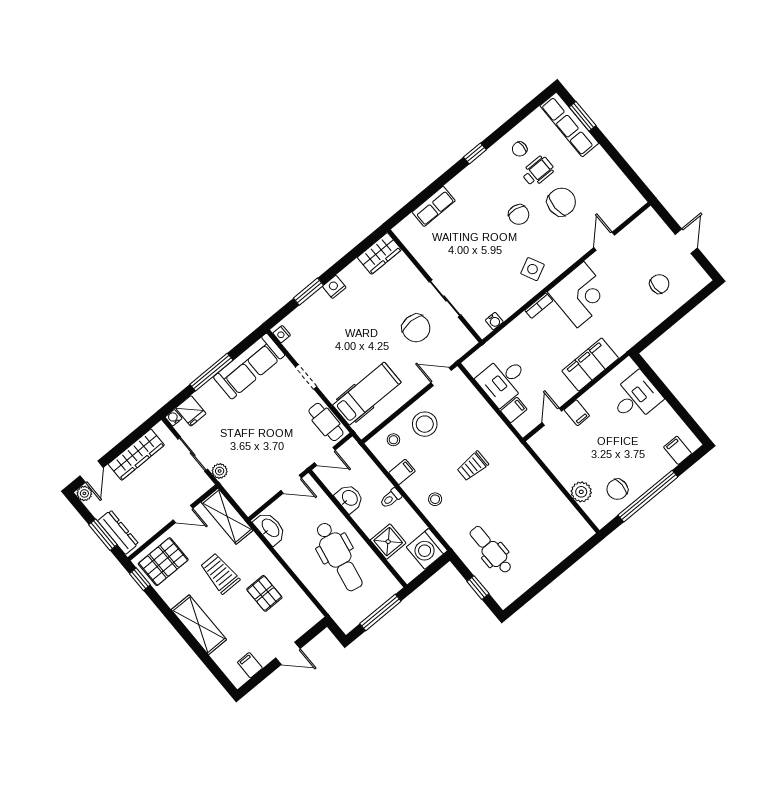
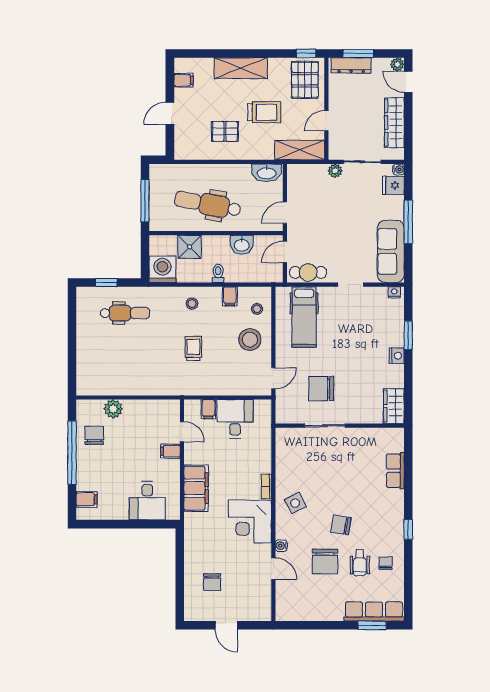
water cooler: (494, 321) -> (281, 546), moved

